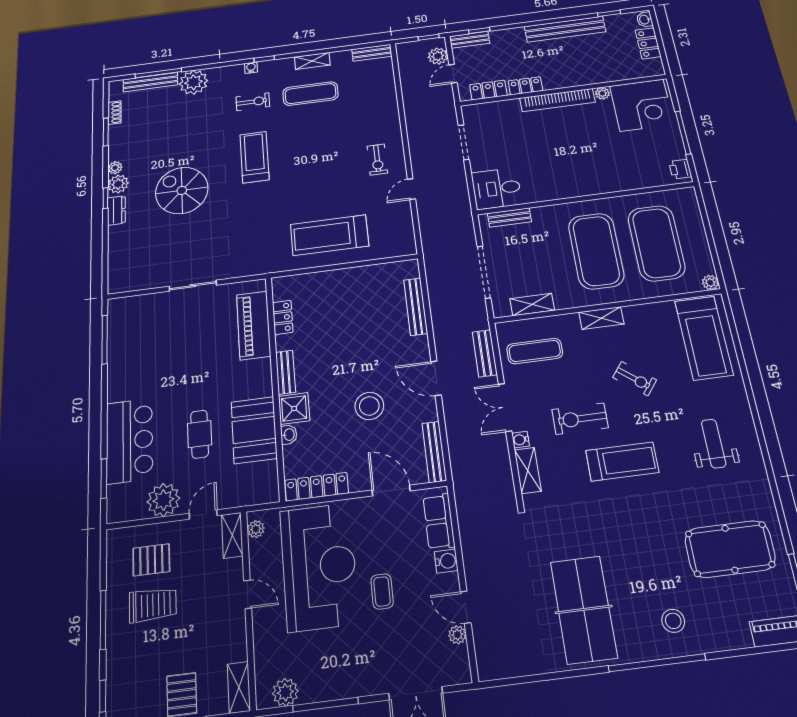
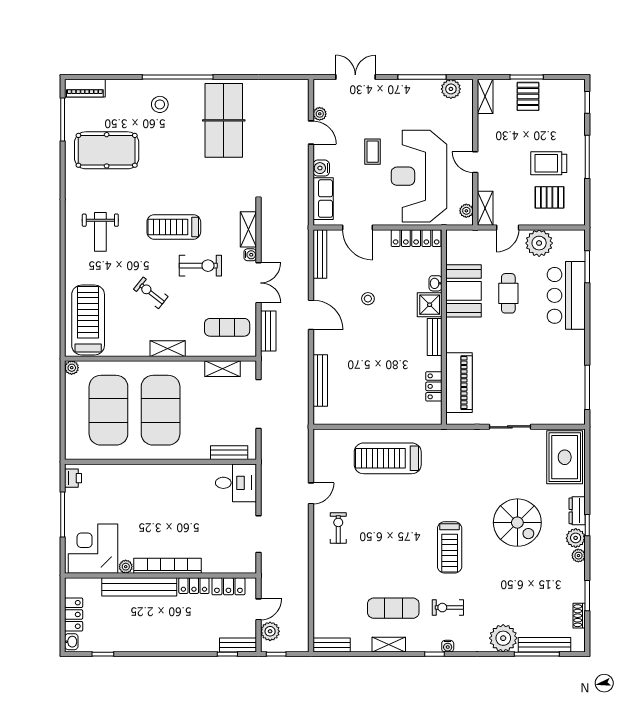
bench: (565, 29) -> (139, 587), moved
treadmill: (329, 235) -> (388, 458), turned 180
rug: (130, 262) -> (565, 457), added
stool: (369, 406) -> (368, 299), width x0.53, depth x0.53

